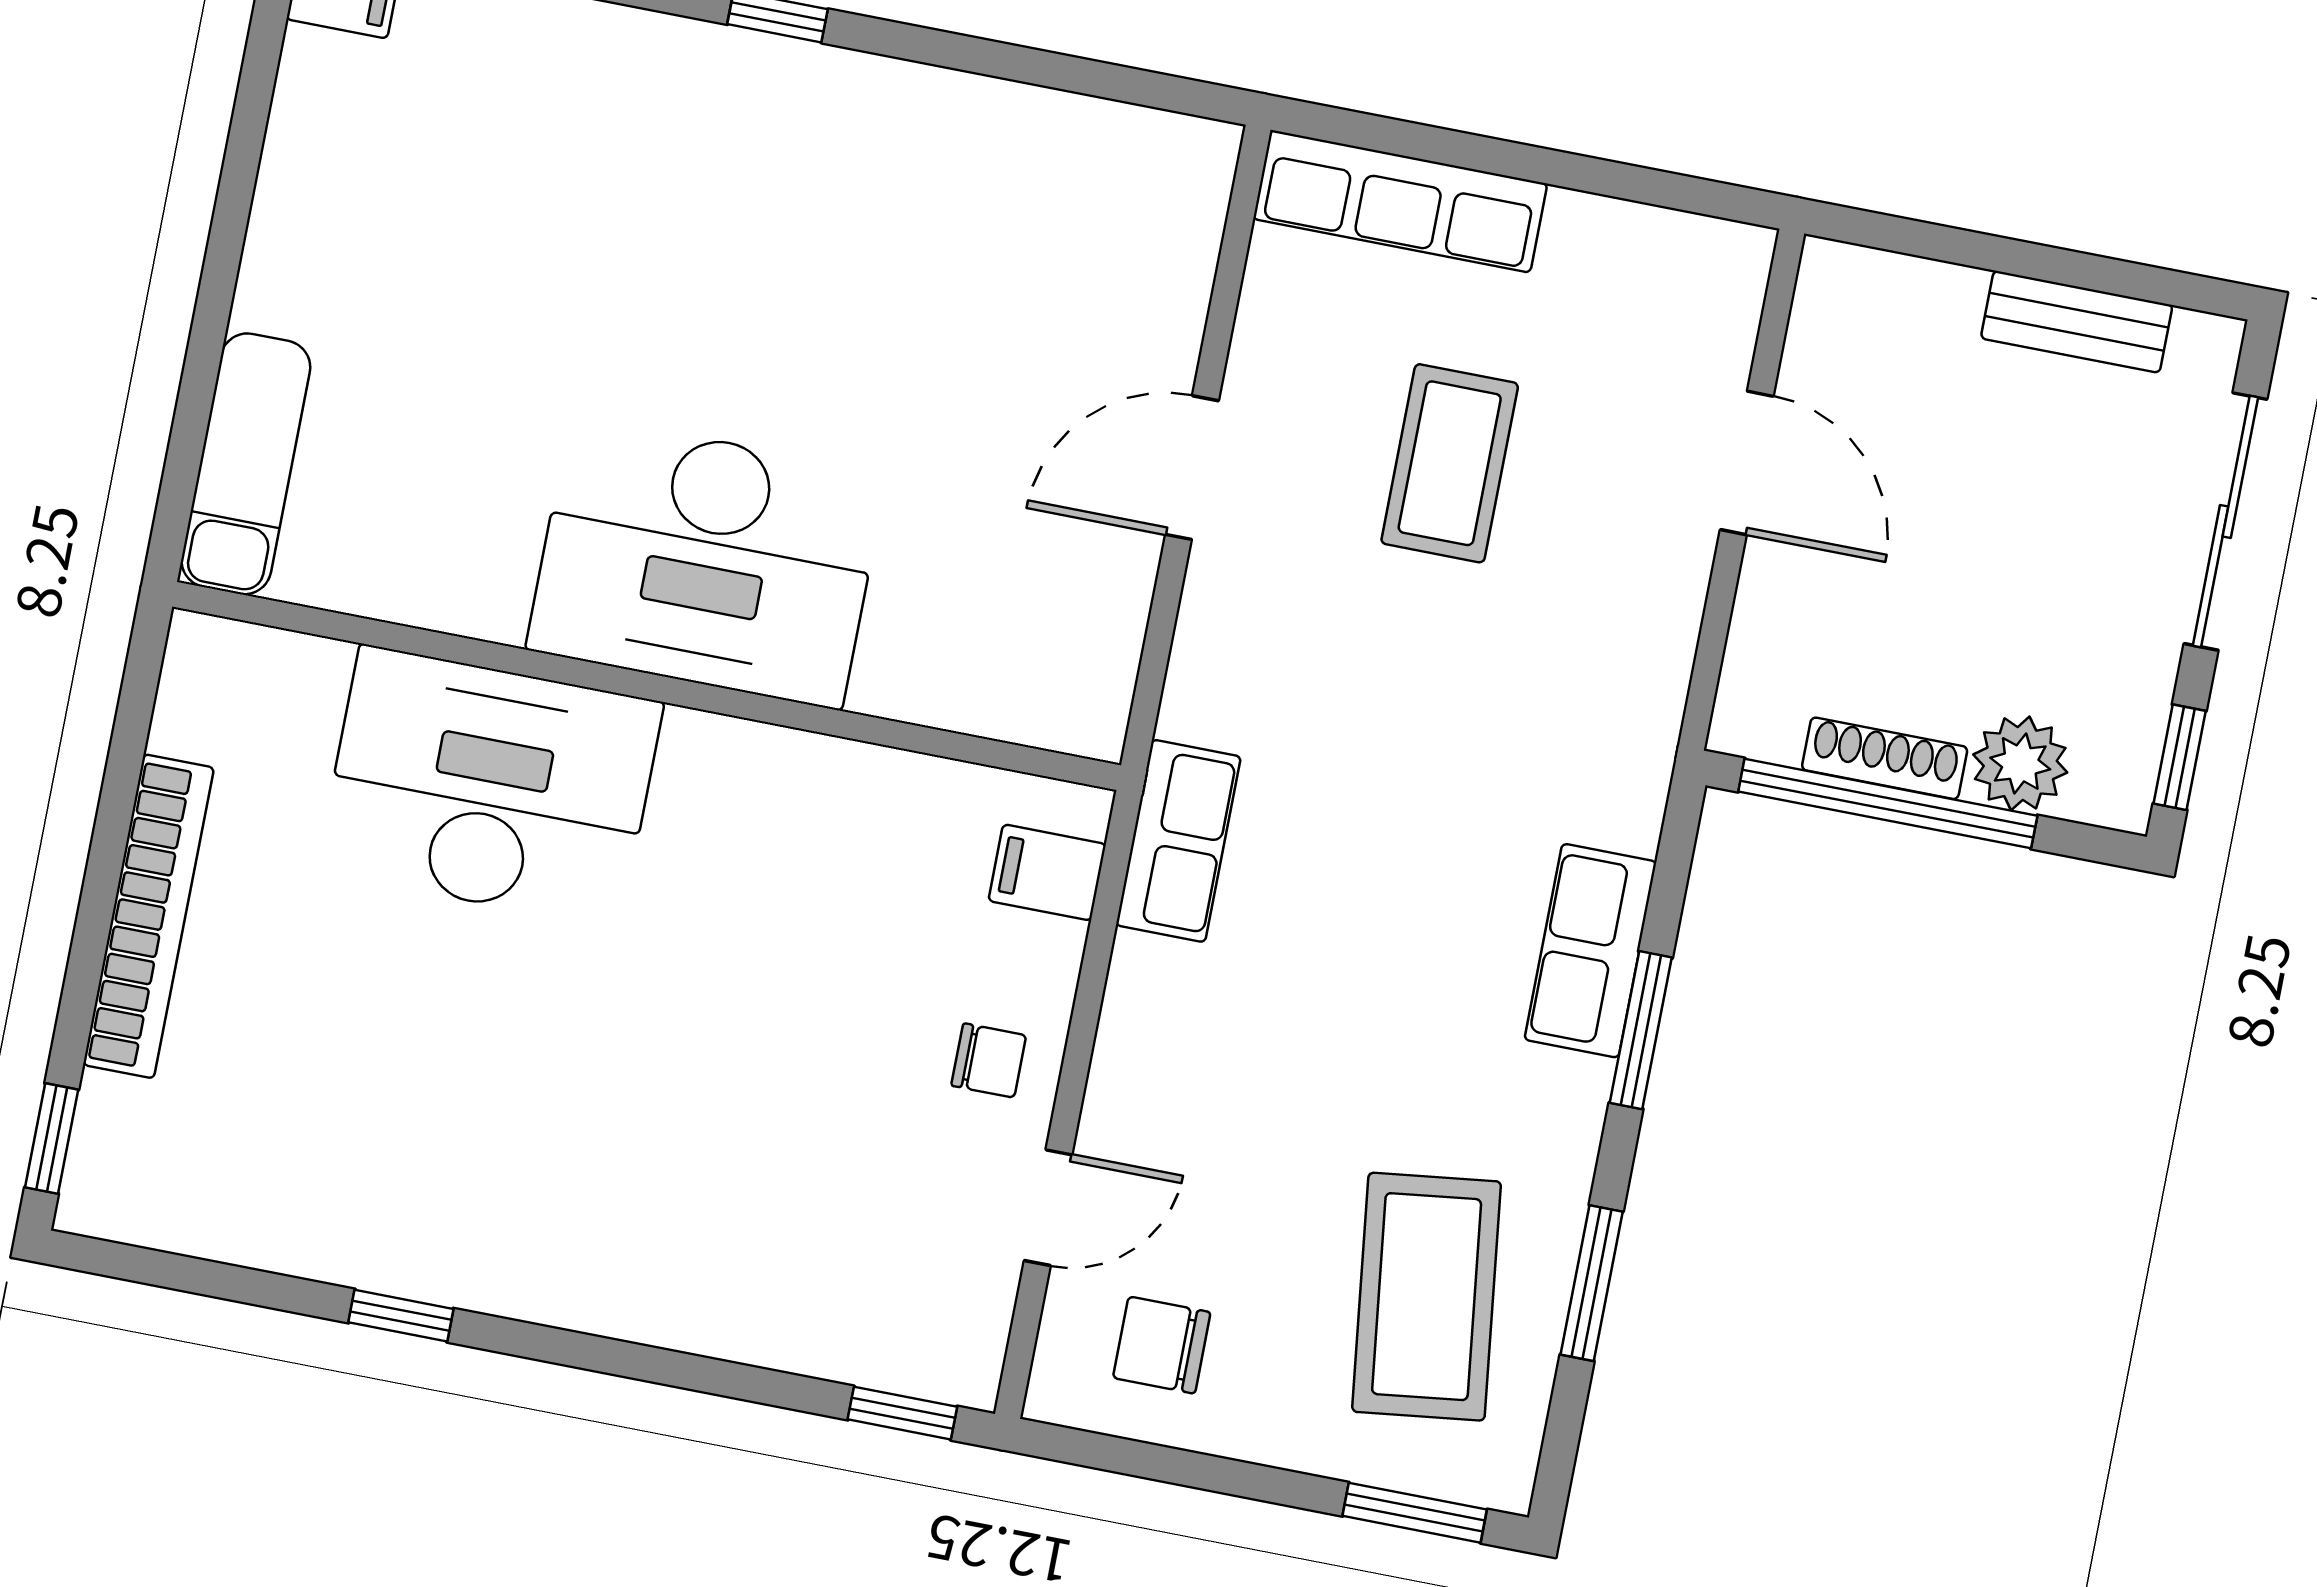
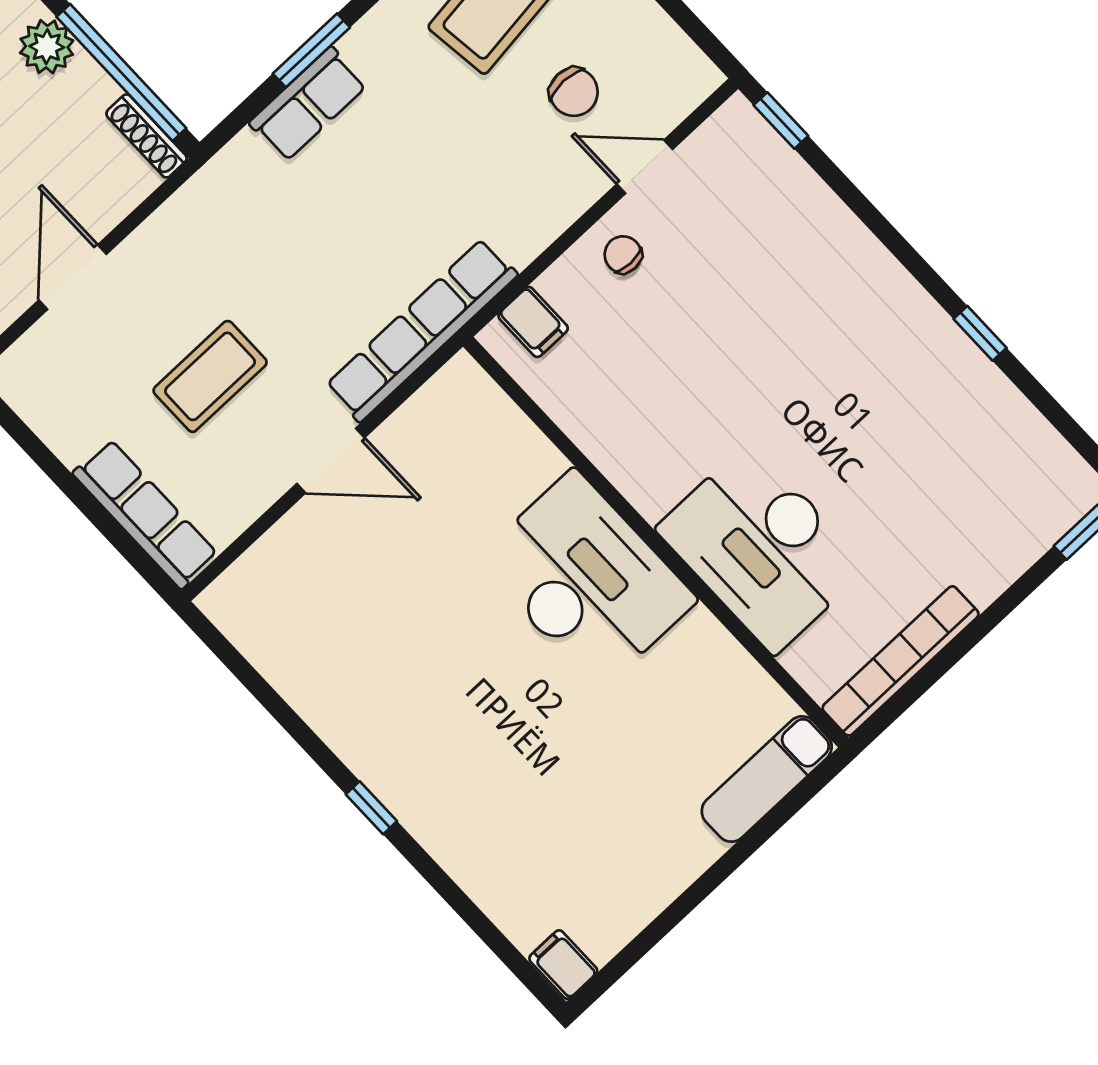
shoe rack: (1885, 758) -> (147, 136), moved
row of seats: (1178, 841) -> (422, 330), width x2.02
bookcase: (149, 916) -> (901, 661), moved
chair: (1162, 1345) -> (574, 92), moved

